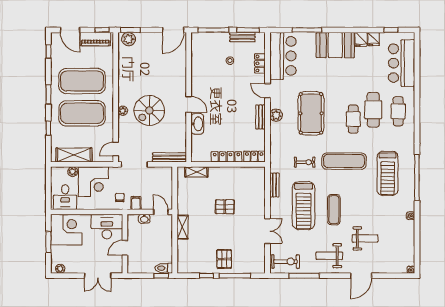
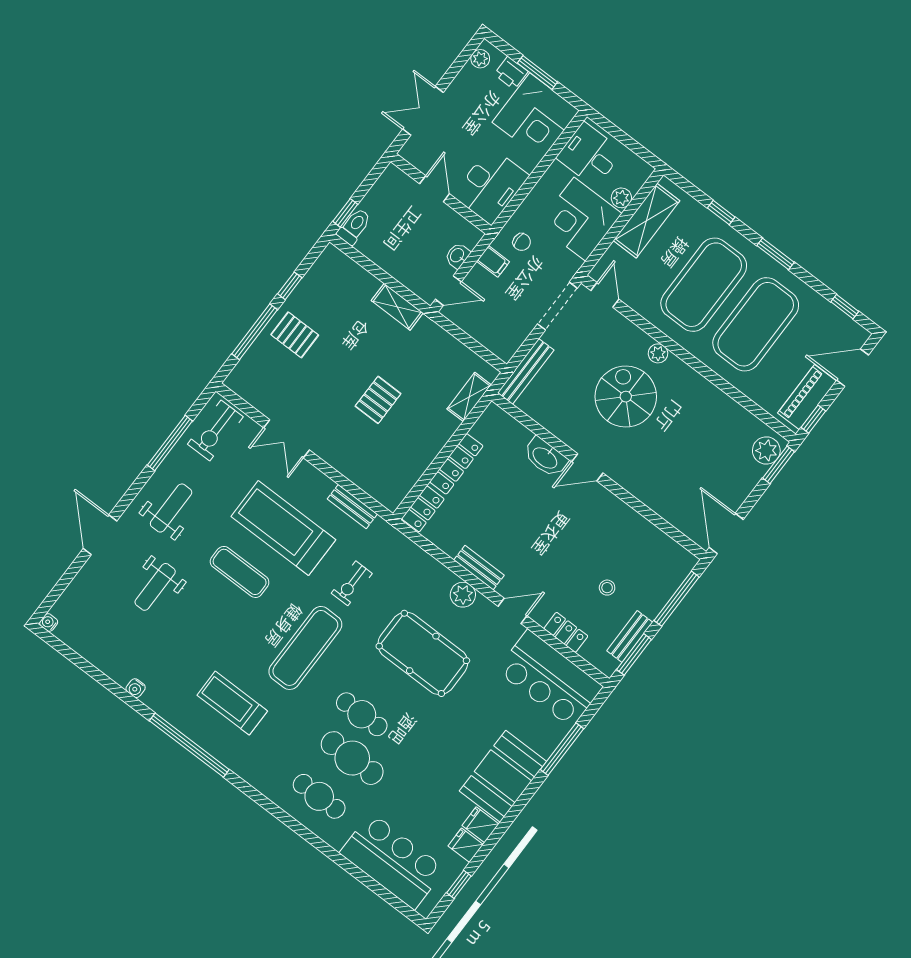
treadmill: (388, 173) -> (232, 703), width x0.73, depth x0.73
printer: (57, 252) -> (511, 73), added

